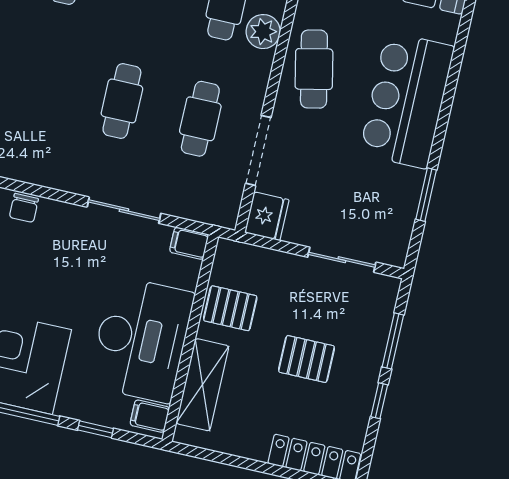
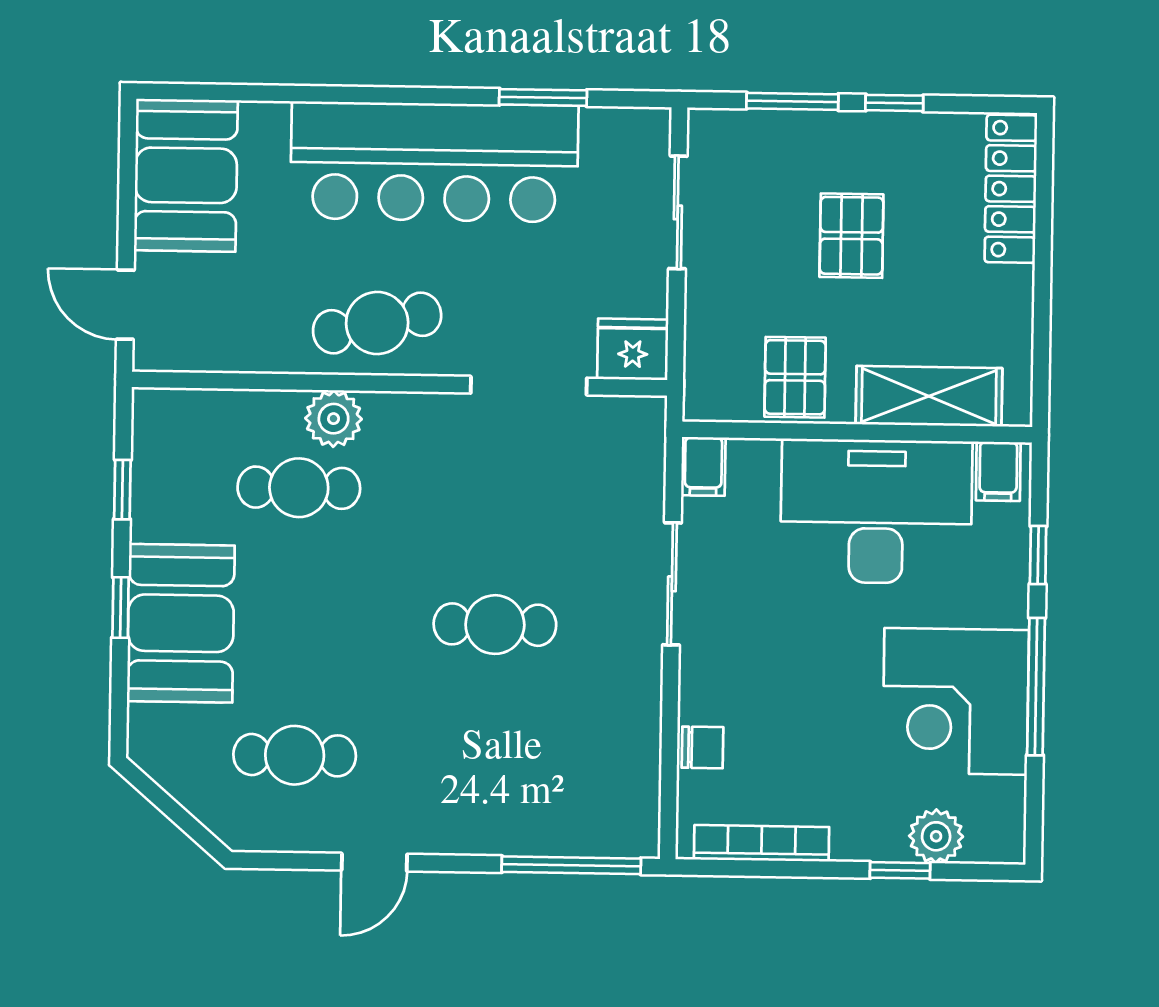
bar counter: (407, 100) -> (434, 162), width x1.36
cafe table: (200, 119) -> (497, 491), removed

